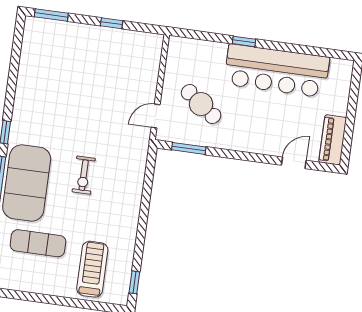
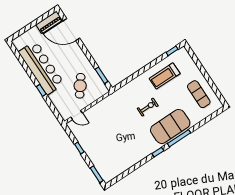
door: (156, 116) -> (77, 115), moved
door: (294, 163) -> (71, 30), width x1.87
exercise mat: (38, 243) -> (199, 94), moved
treadmill: (92, 269) -> (165, 76), moved

